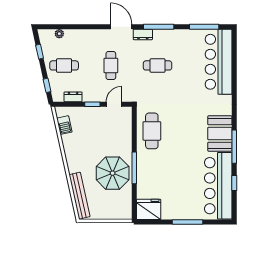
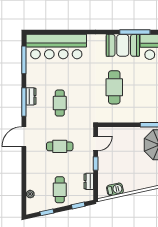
dresser: (143, 35) -> (31, 96), moved
door: (114, 104) -> (96, 143), swing flipped
cafe table: (152, 131) -> (114, 87), moved, turned 90

